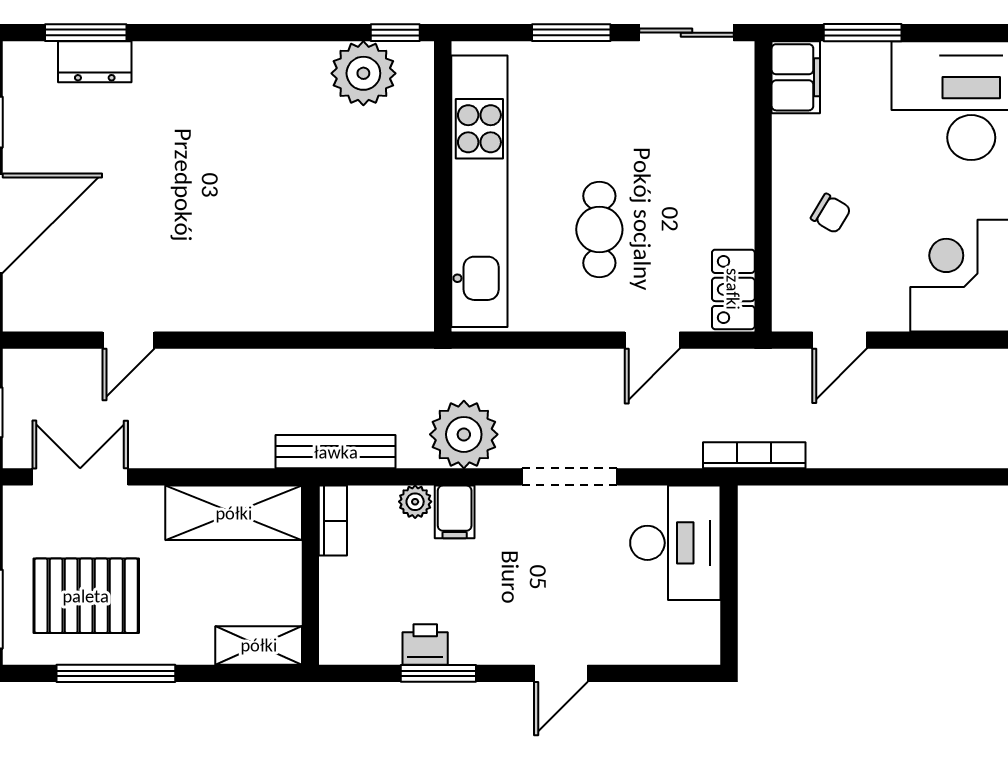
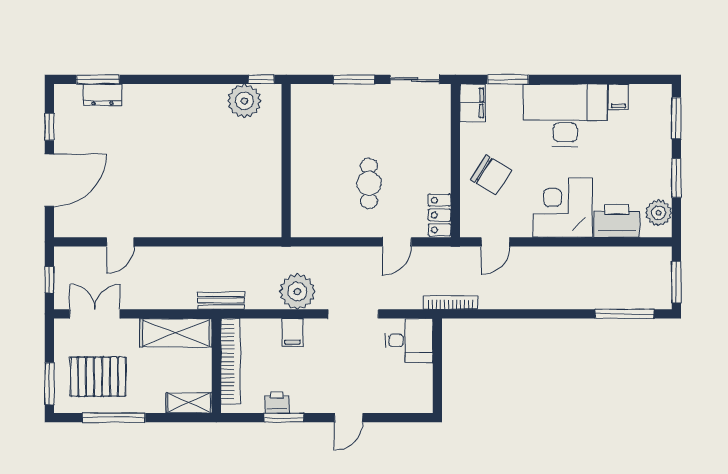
kitchen unit: (479, 191) -> (306, 163), removed
chair: (831, 213) -> (491, 175), width x1.87, depth x1.87
bench: (336, 452) -> (221, 301), width x0.73
plant: (415, 502) -> (272, 327), removed
bookcase: (333, 521) -> (231, 361), width x2.31, depth x1.31
desk: (675, 543) -> (409, 341), width x0.73

